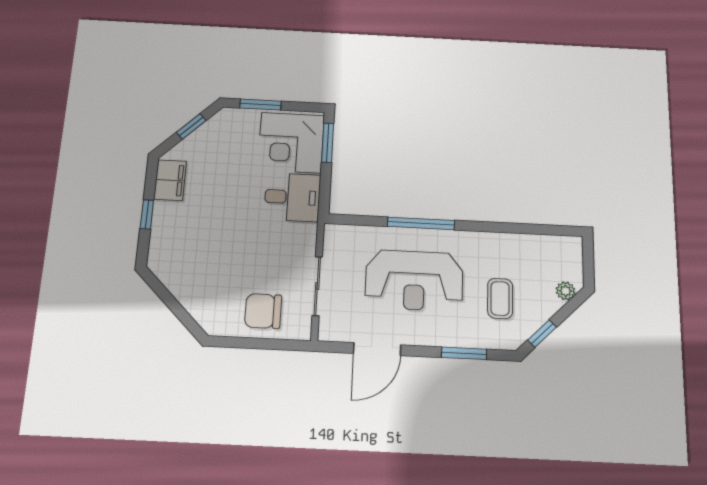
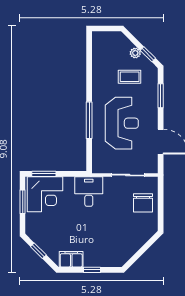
window: (261, 105) -> (23, 202), moved
desk: (292, 197) -> (89, 192), moved
plant: (566, 291) -> (135, 53), moved

